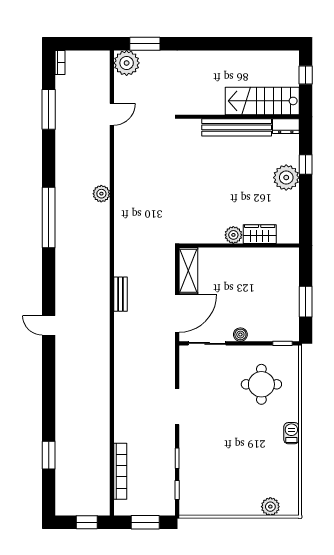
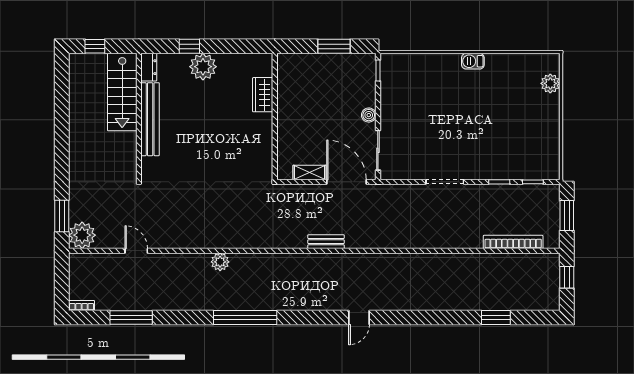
plant: (233, 235) -> (264, 122), removed
shelving: (188, 271) -> (310, 172), width x0.67, depth x0.75
round table: (261, 384) -> (421, 93), removed

